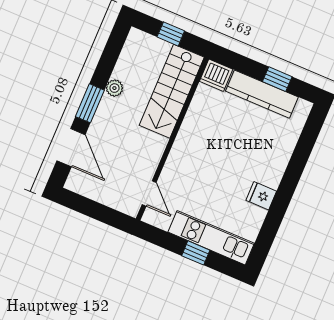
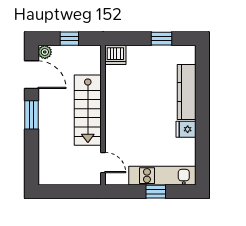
plant: (114, 88) -> (45, 52), moved
stairs: (172, 91) -> (88, 110), moved
kitchen counter: (262, 94) -> (187, 92), moved, turned 90
door: (71, 148) -> (31, 75), moved

